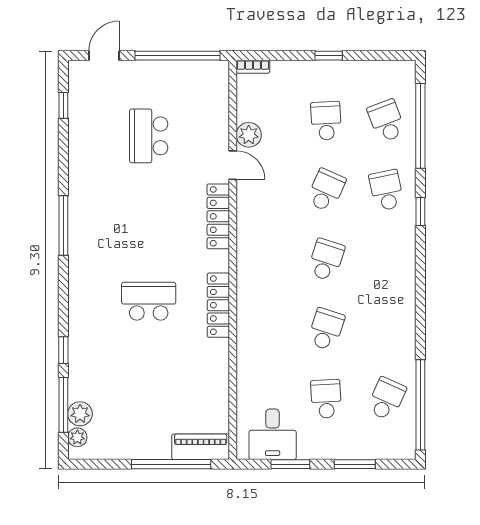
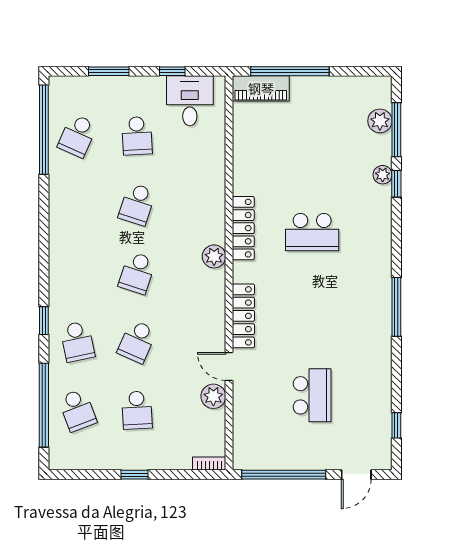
plant: (248, 277) -> (214, 256), added
plant: (77, 437) -> (383, 175), moved
window: (290, 464) -> (172, 71), width x0.67

